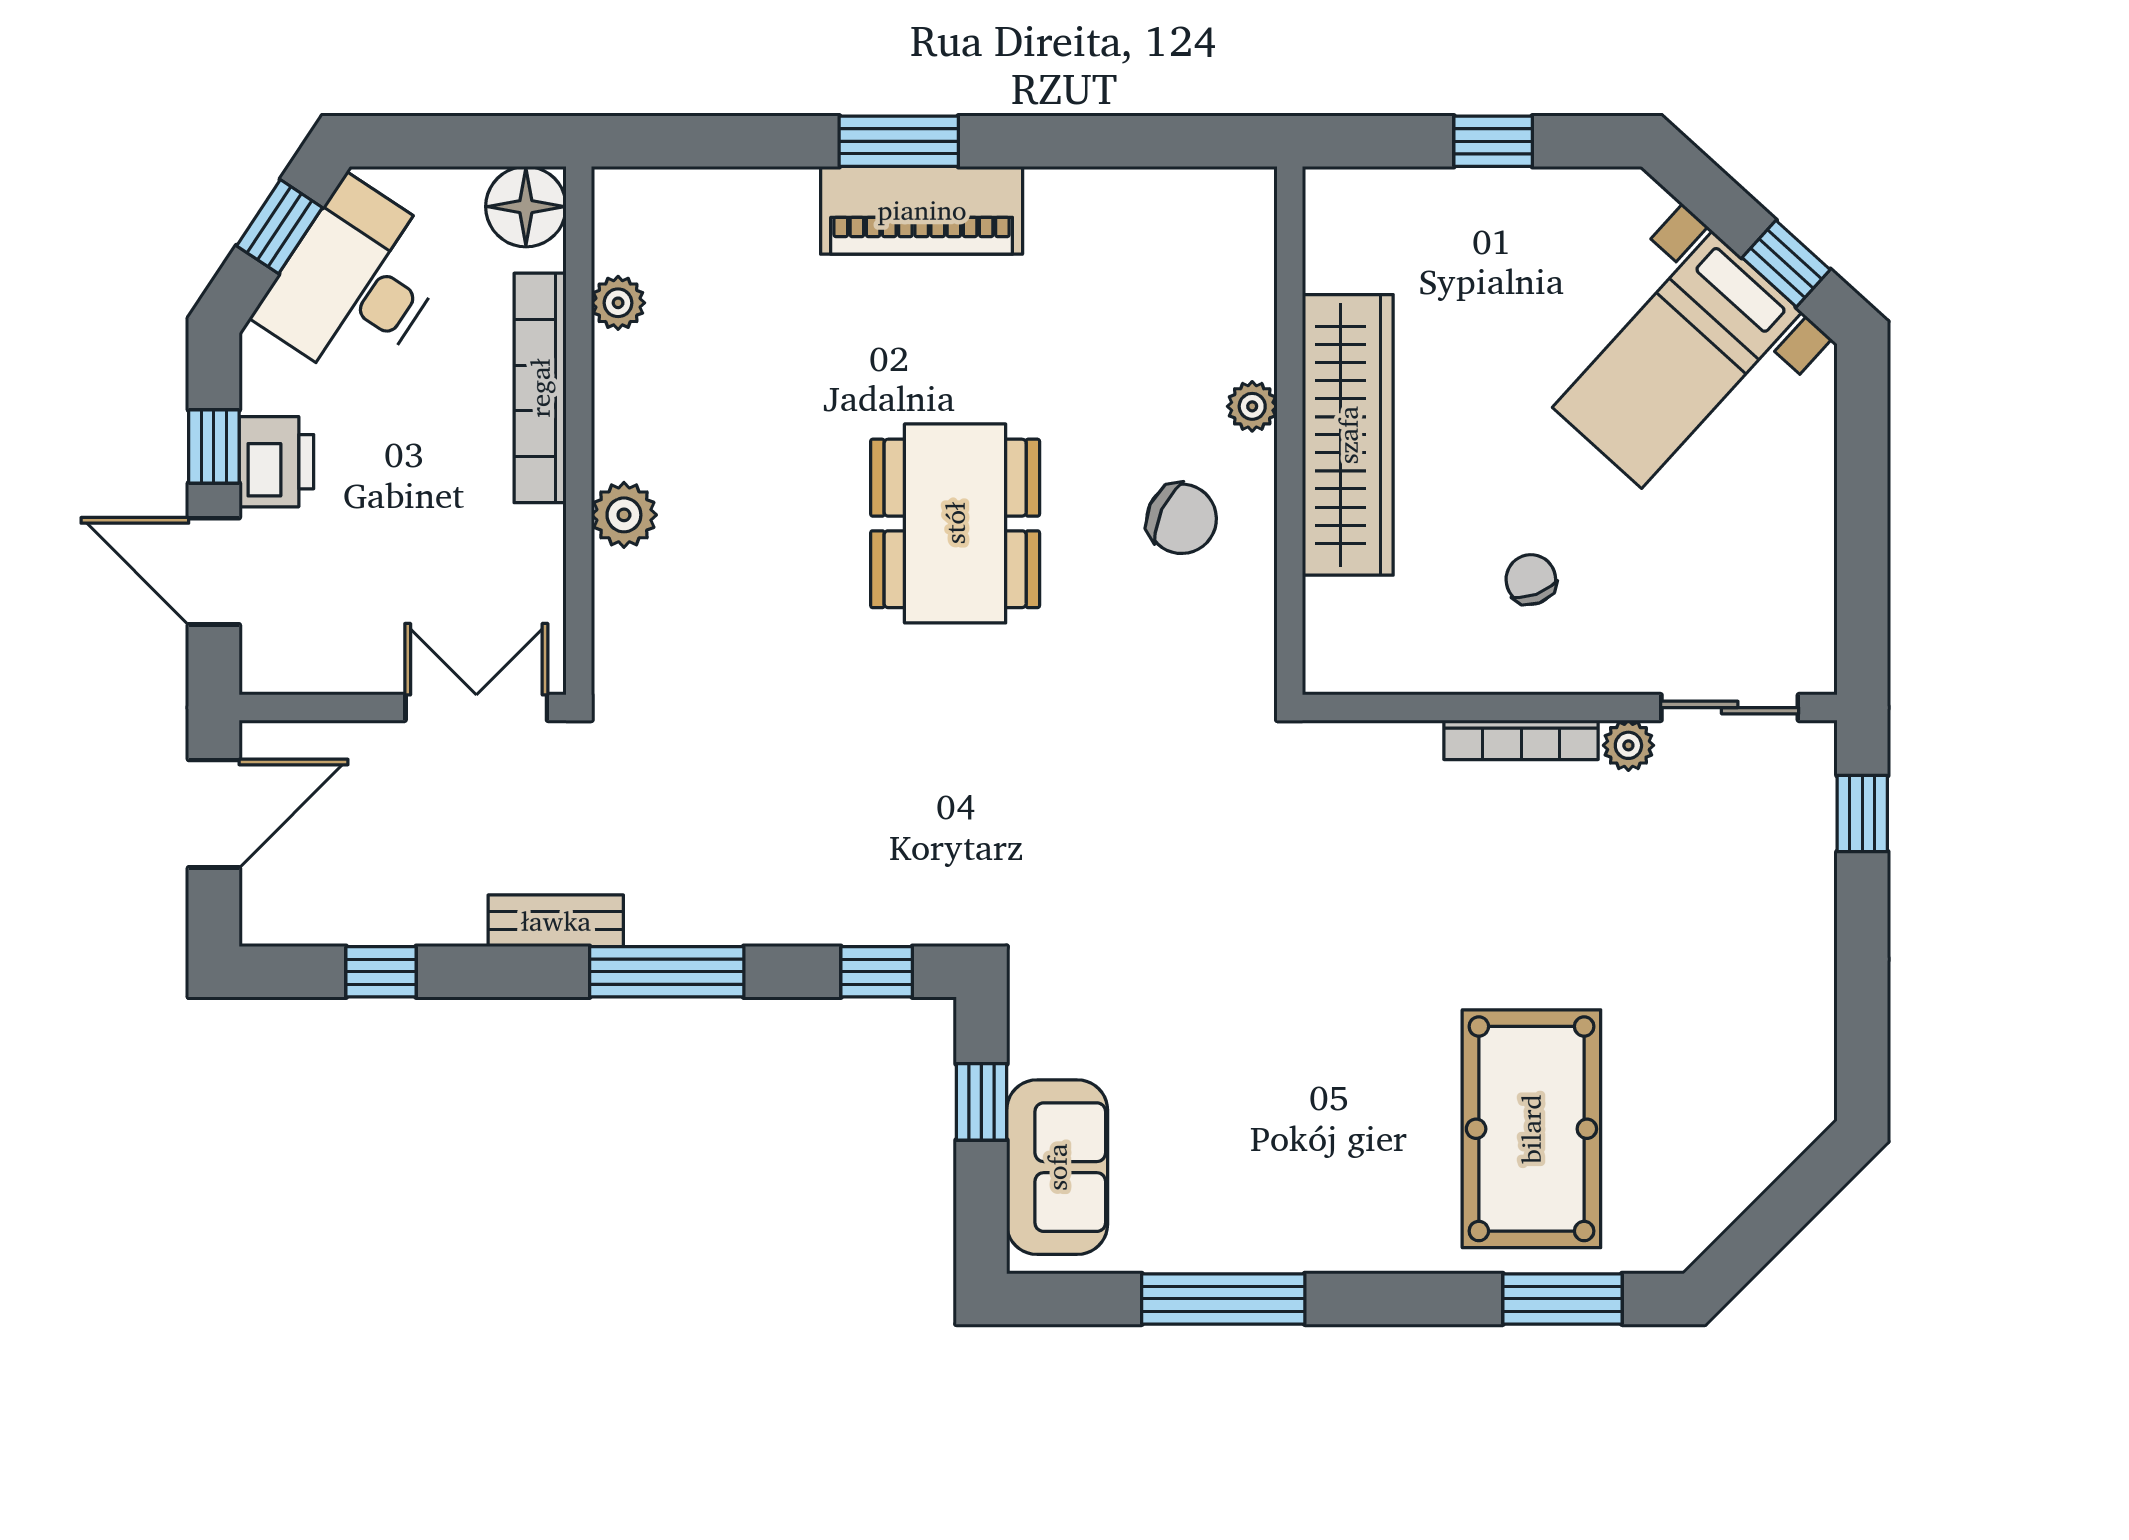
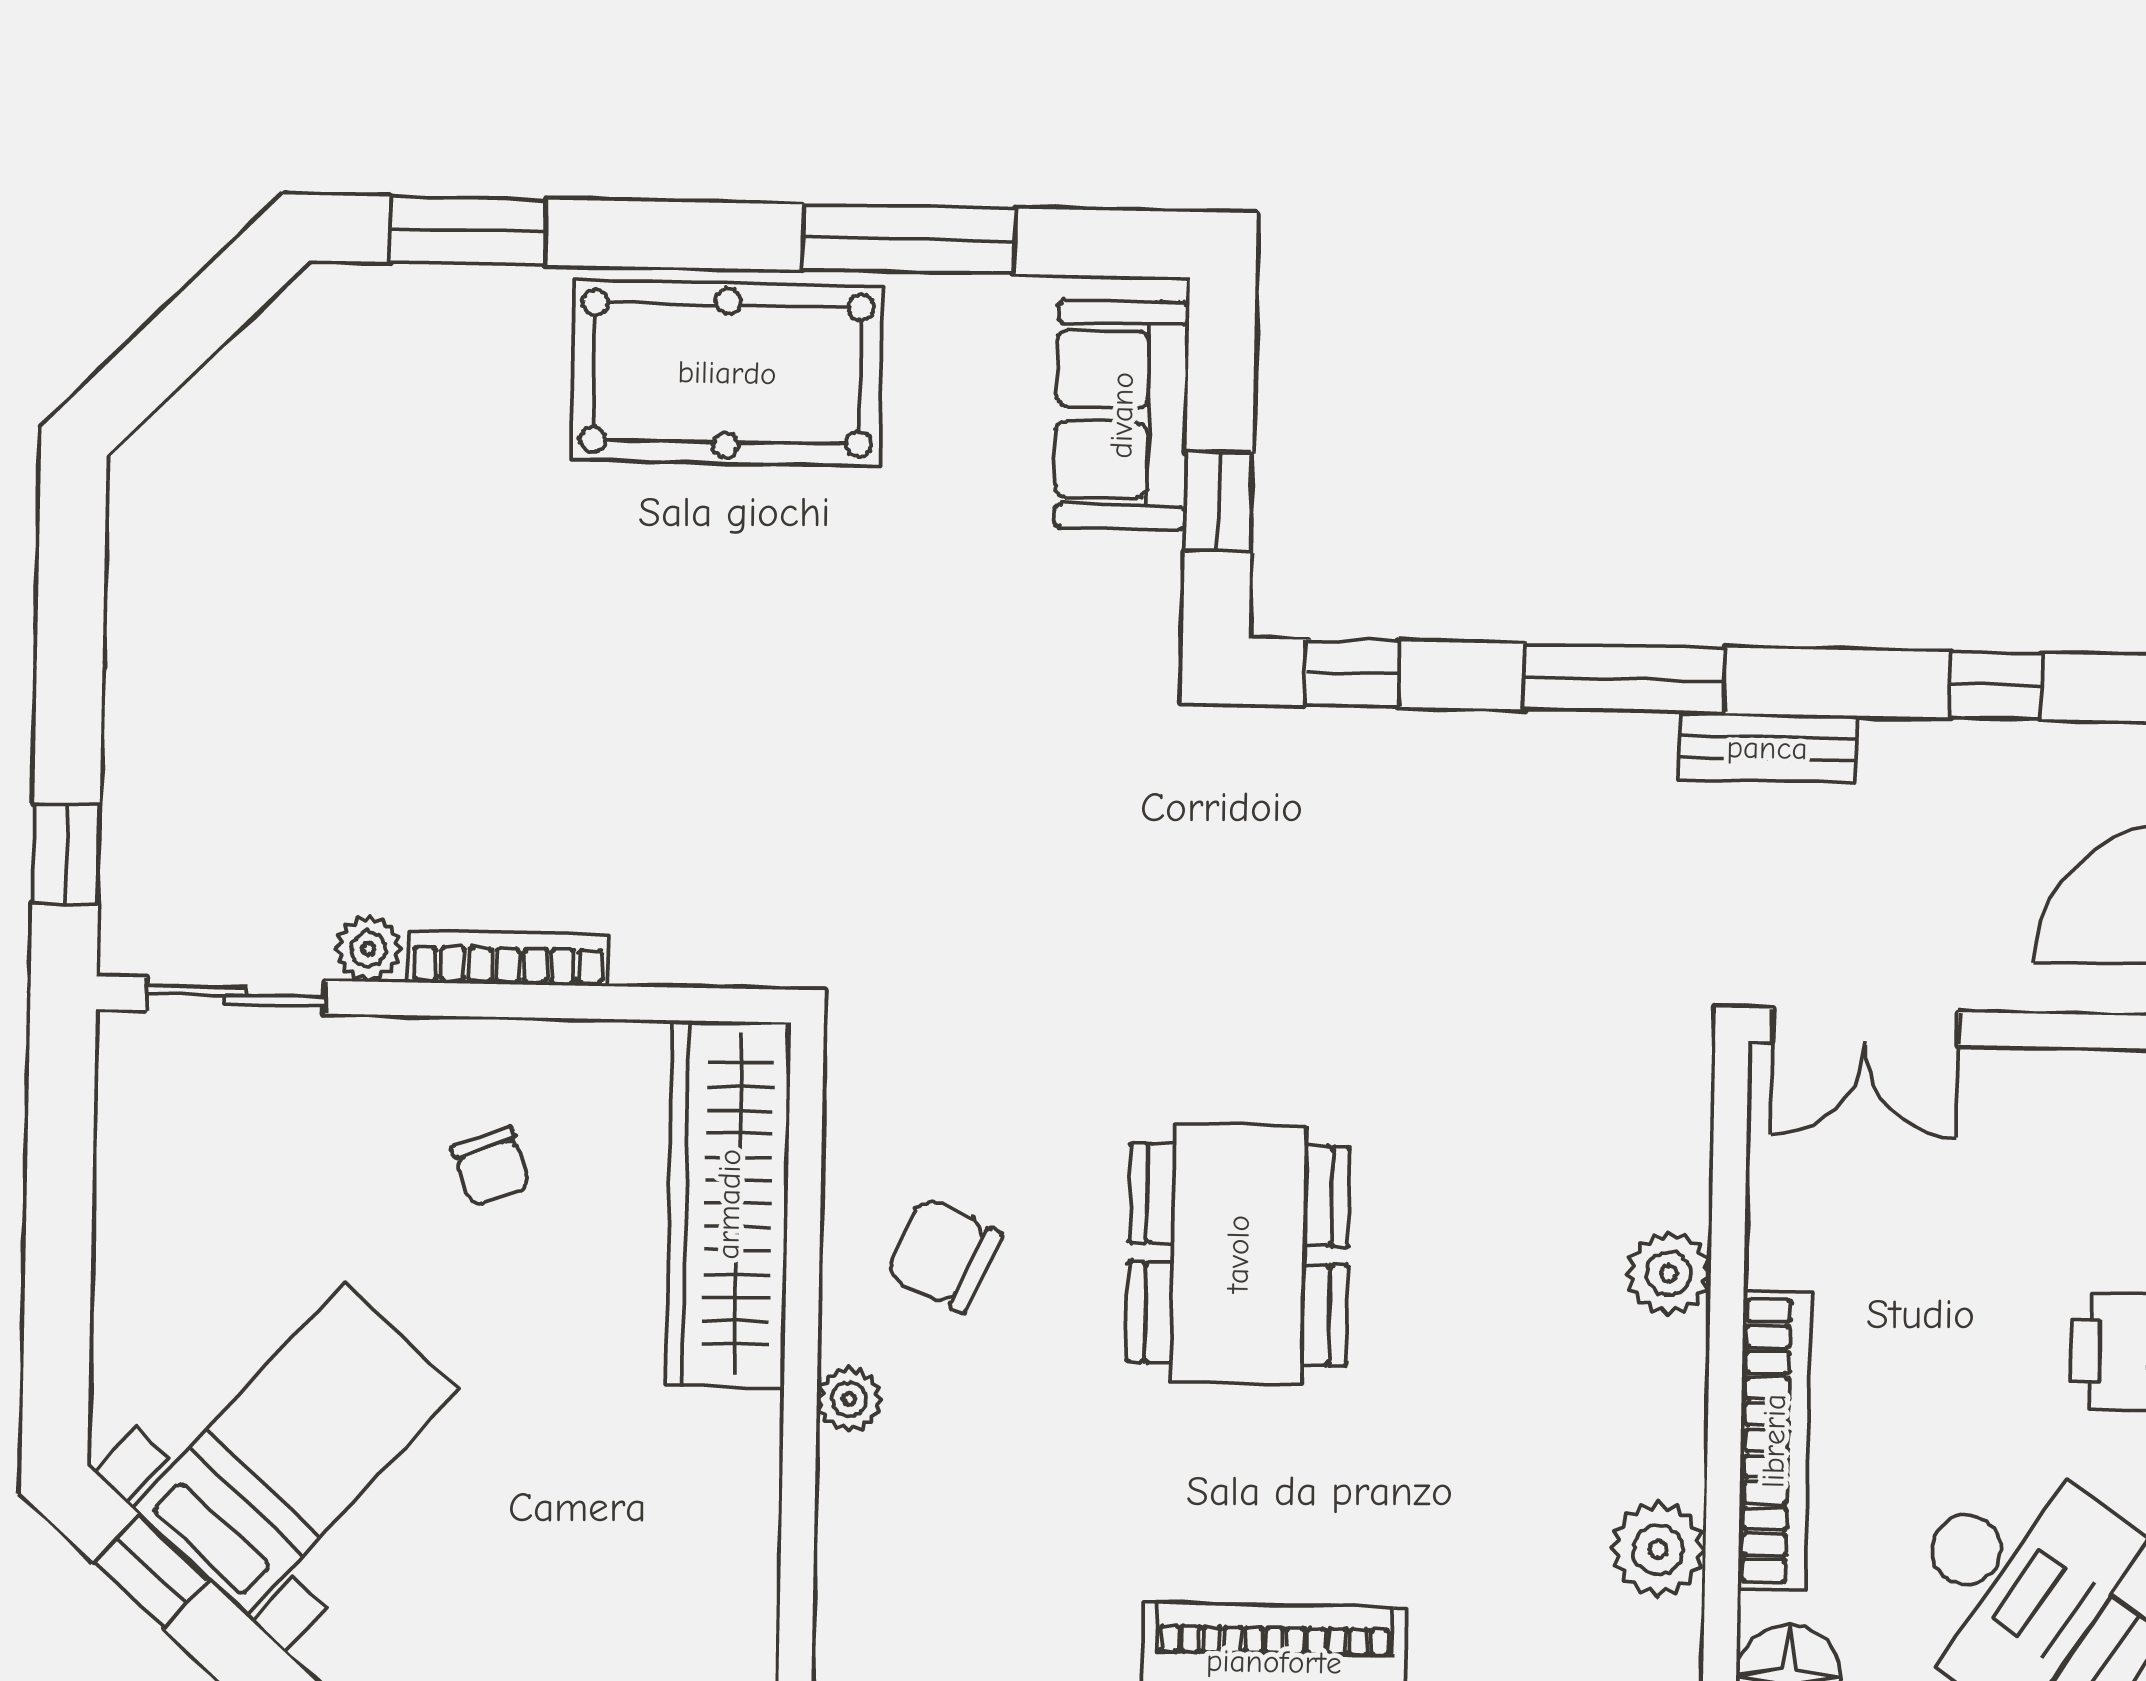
plant: (618, 303) -> (1658, 1549), width x1.38, depth x1.38
wardrobe: (1348, 435) -> (729, 1204), moved
pool table: (1531, 1129) -> (727, 373), moved, turned 90

